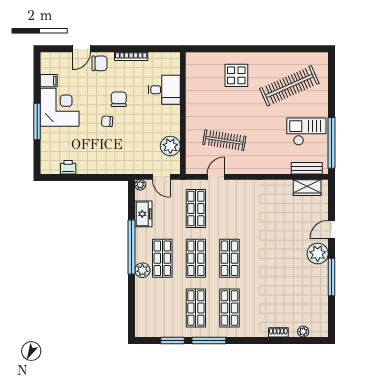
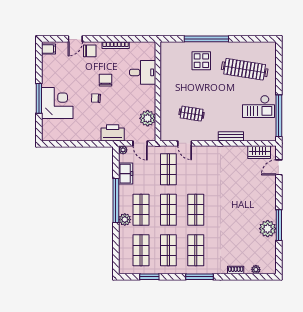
window: (242, 49) -> (206, 39), added
filing cabinet: (49, 81) -> (48, 49), moved
clothes rail: (289, 86) -> (245, 69), turned 33
corner desk: (60, 107) -> (57, 103), moved
checkout: (306, 132) -> (258, 106), turned 180
clothes rail: (224, 140) -> (192, 114), width x0.73
printer: (68, 167) -> (113, 133), moved, width x1.87, depth x1.48
bench: (307, 168) -> (231, 136), moved
door: (216, 177) -> (185, 143), swing flipped
door: (331, 229) -> (279, 167), moved
plant: (318, 254) -> (268, 229), moved
shop shelf: (162, 308) -> (141, 250), added
window: (209, 340) -> (199, 277), moved

